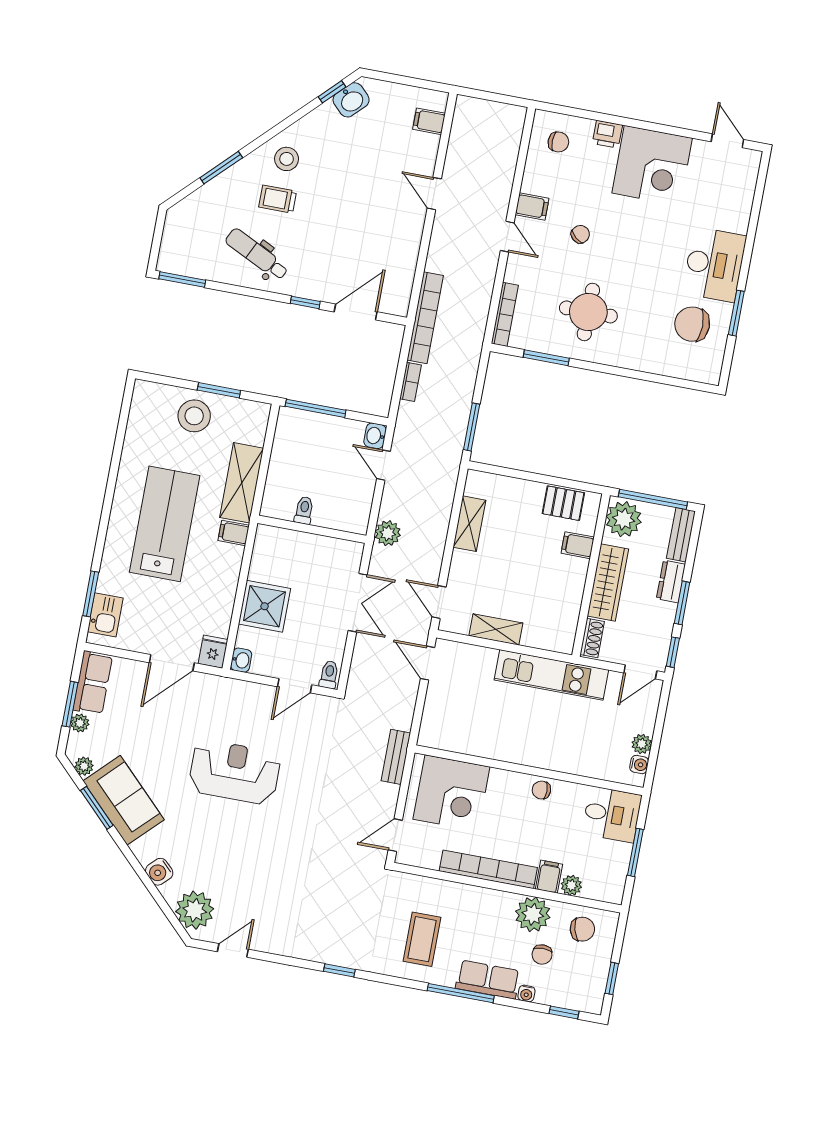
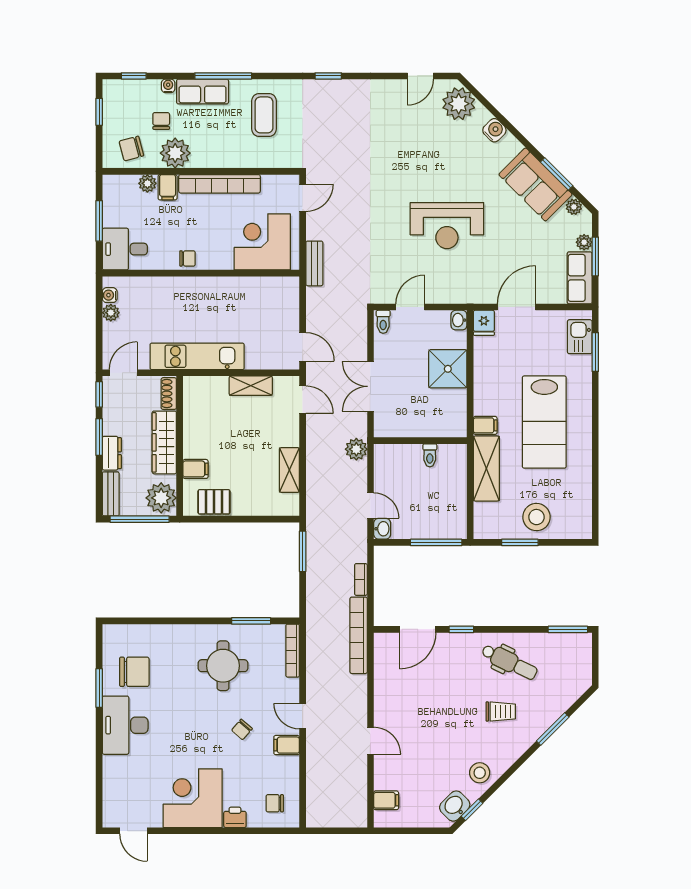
stool: (287, 159) -> (480, 773), moved

